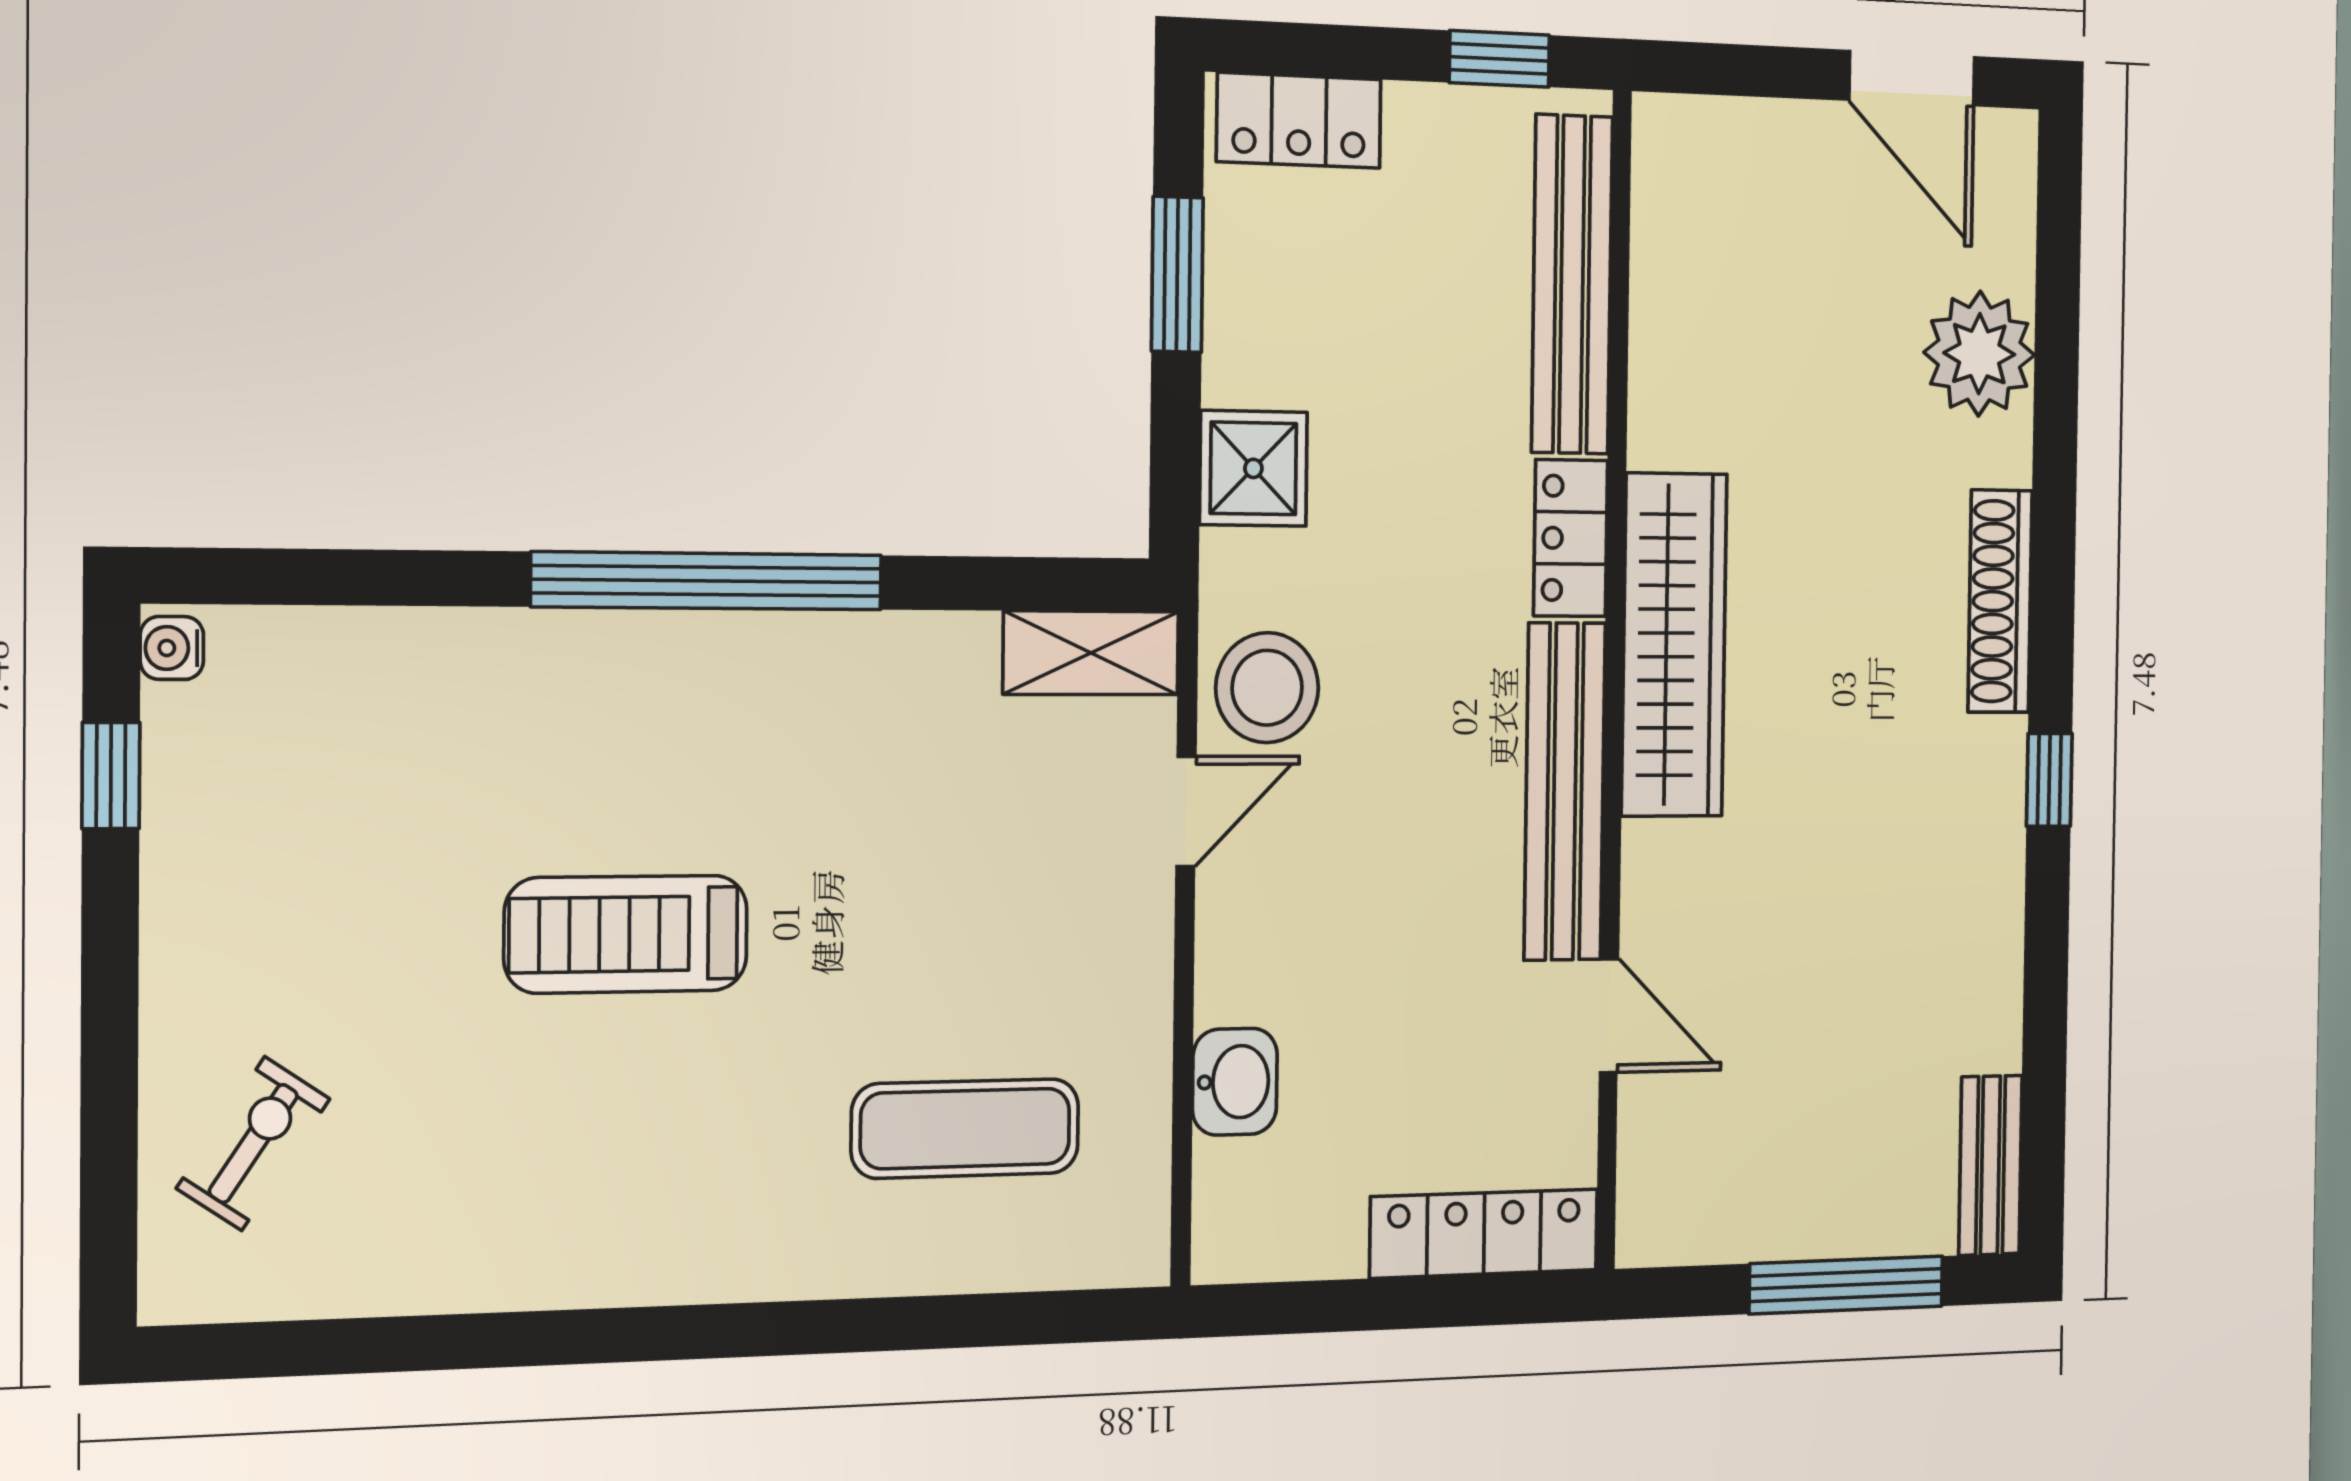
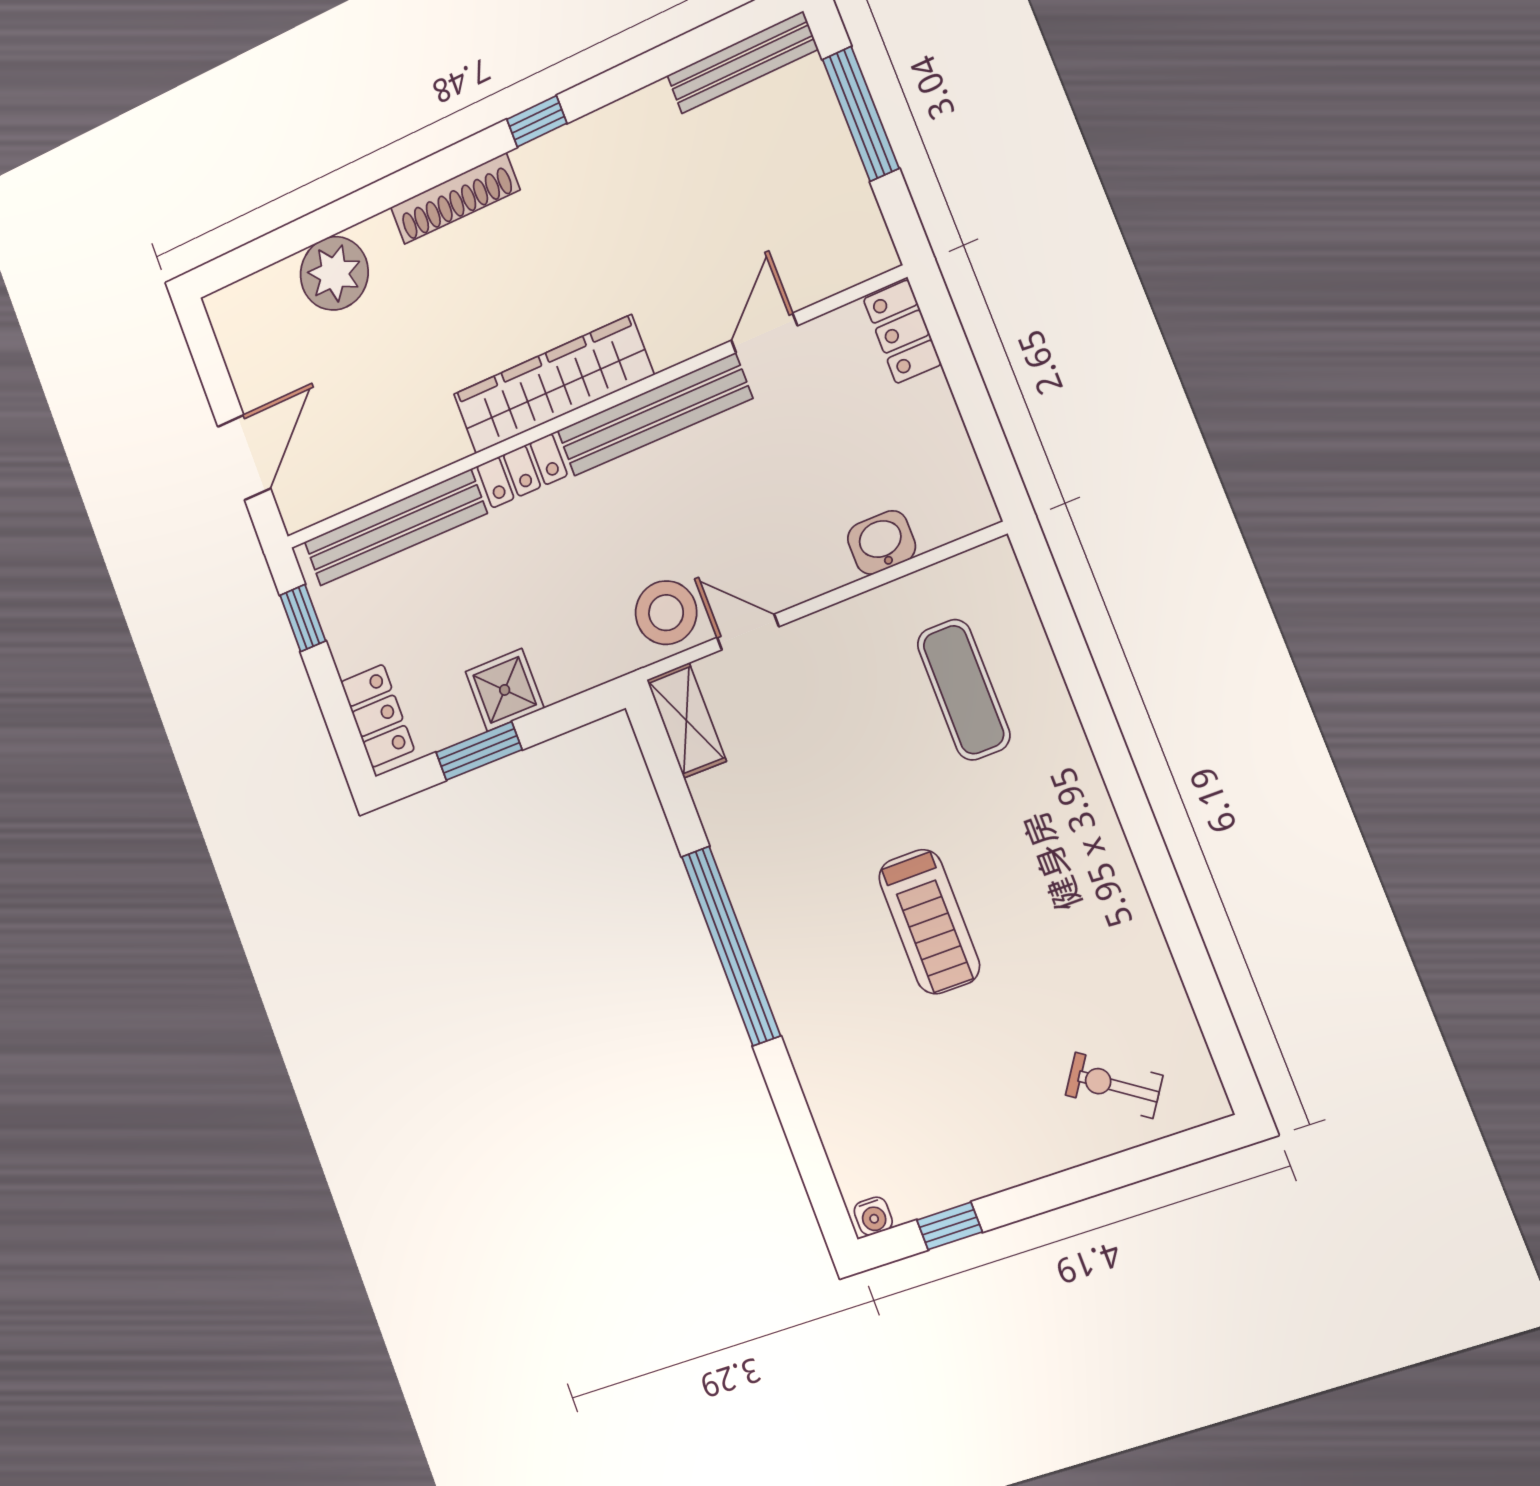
door: (1912, 78) -> (244, 458), moved
shower: (1253, 468) -> (505, 690), moved
bench: (1990, 1165) -> (742, 63), width x1.36
locker: (1484, 1233) -> (902, 332), width x0.66

